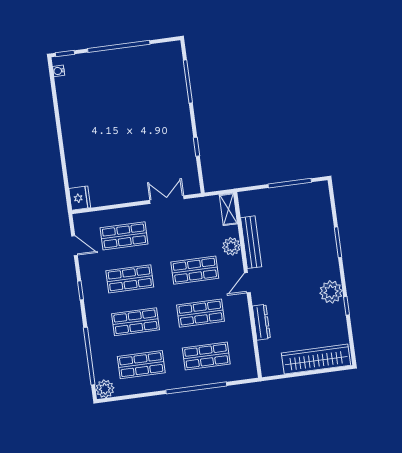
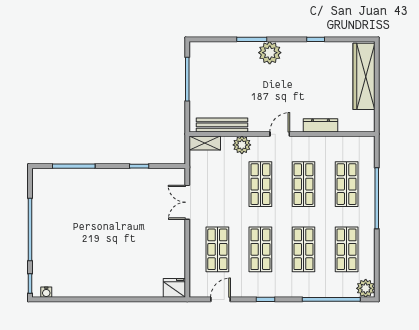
bench: (251, 242) -> (222, 125), moved
door: (247, 283) -> (280, 134), swing flipped
plant: (331, 292) -> (270, 53), moved

